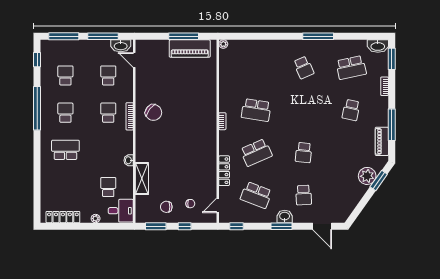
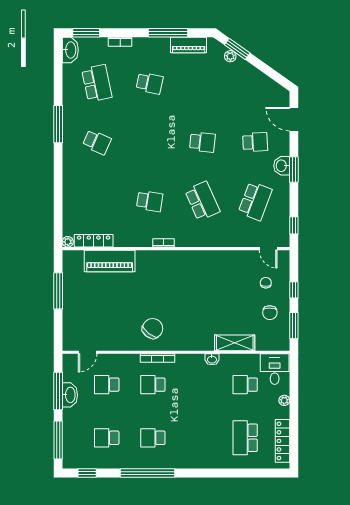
washbasin: (121, 46) -> (70, 395), moved
piano: (190, 49) -> (110, 261), moved, turned 90
school desk: (304, 67) -> (97, 142), turned 48
school desk: (256, 110) -> (150, 201), width x0.54
school desk: (65, 150) -> (245, 438), moved
locker: (224, 171) -> (94, 241), moved
plant: (367, 176) -> (230, 56), width x0.53, depth x0.53
door: (322, 226) -> (294, 119), swing flipped

